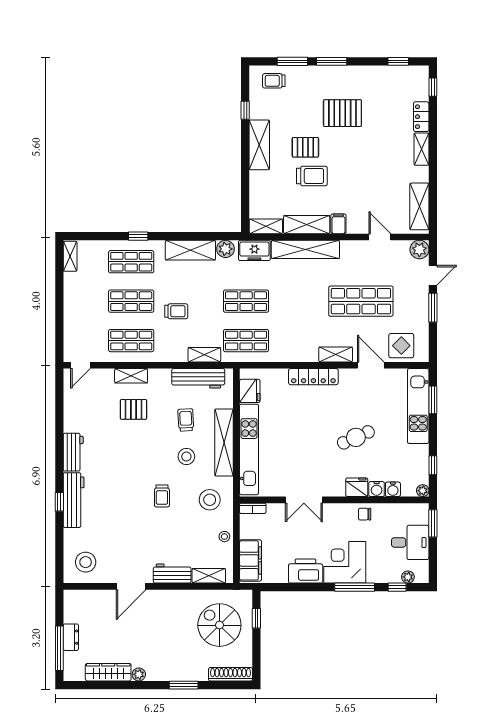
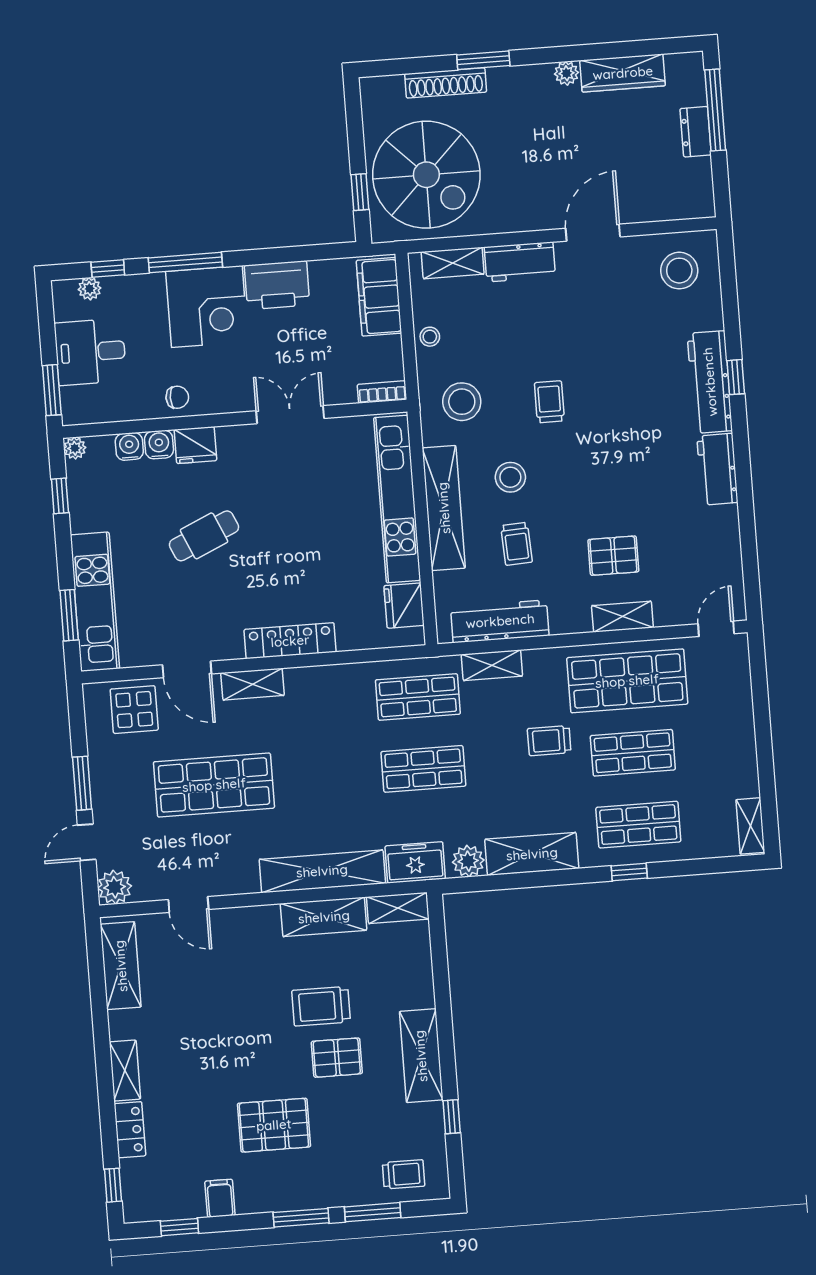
filing cabinet: (338, 224) -> (220, 1198), moved, turned 180
shop shelf: (131, 341) -> (627, 681), width x1.43, depth x1.36
spiral stairs: (219, 625) -> (426, 175), width x1.37, depth x1.37
shoe rack: (231, 674) -> (446, 83), moved

